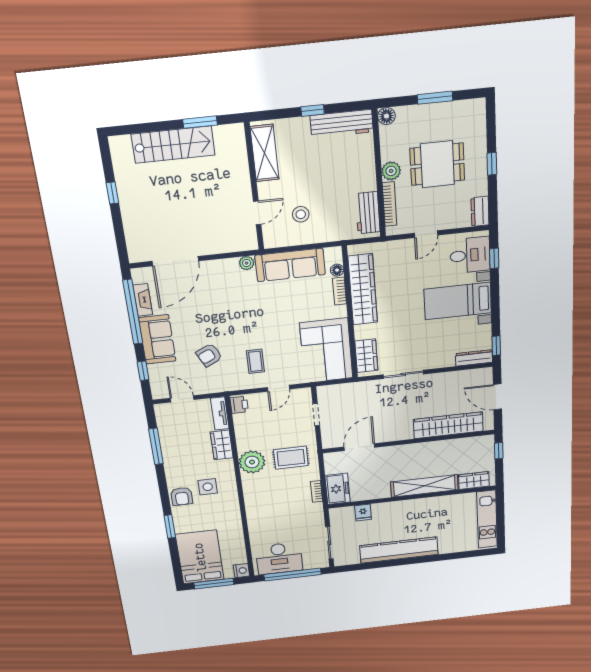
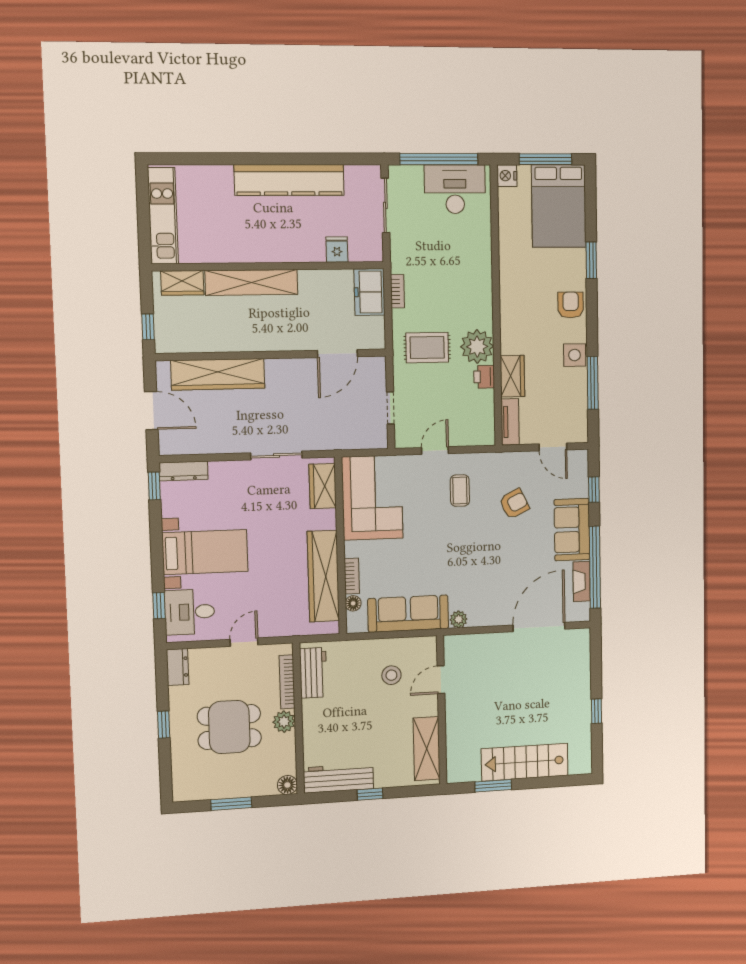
printer: (239, 405) -> (484, 377), moved
side table: (208, 487) -> (575, 355), moved

